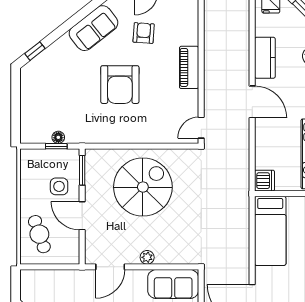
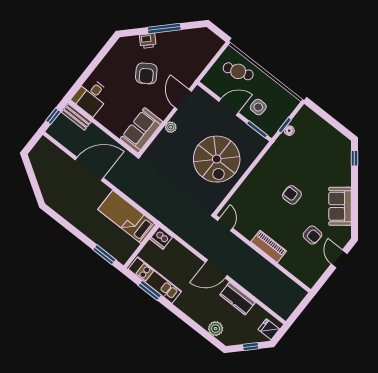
armchair: (120, 85) -> (292, 195), width x0.53, depth x0.53

